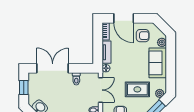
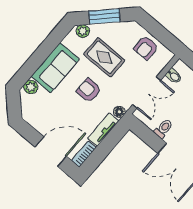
door: (124, 18) -> (51, 152), hinge flipped
armchair: (143, 36) -> (89, 90), moved
double door: (101, 90) -> (147, 92), swing flipped

